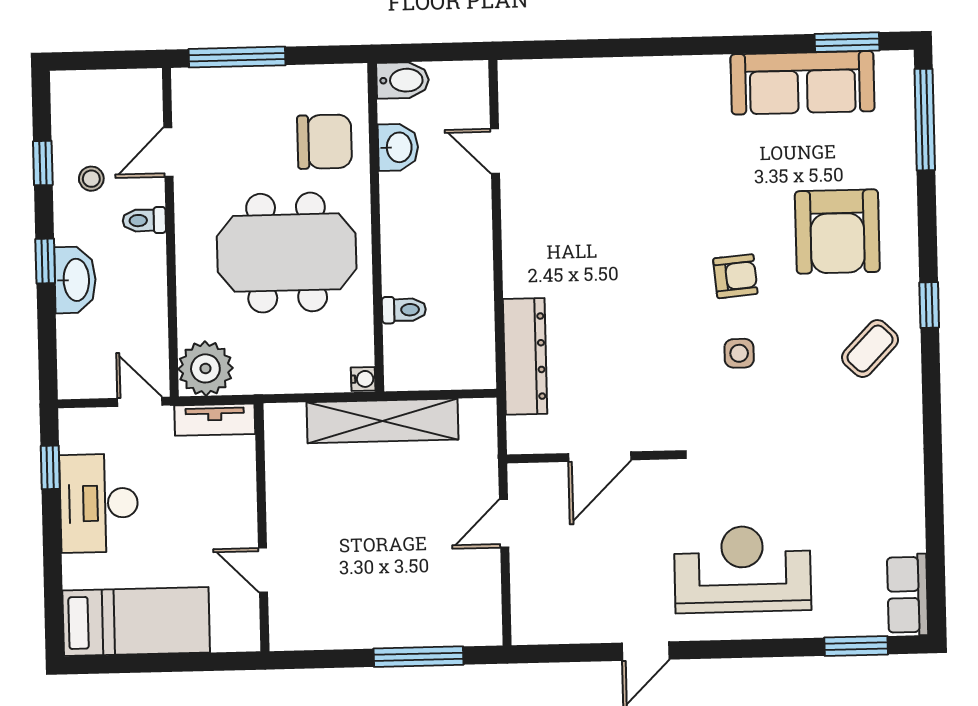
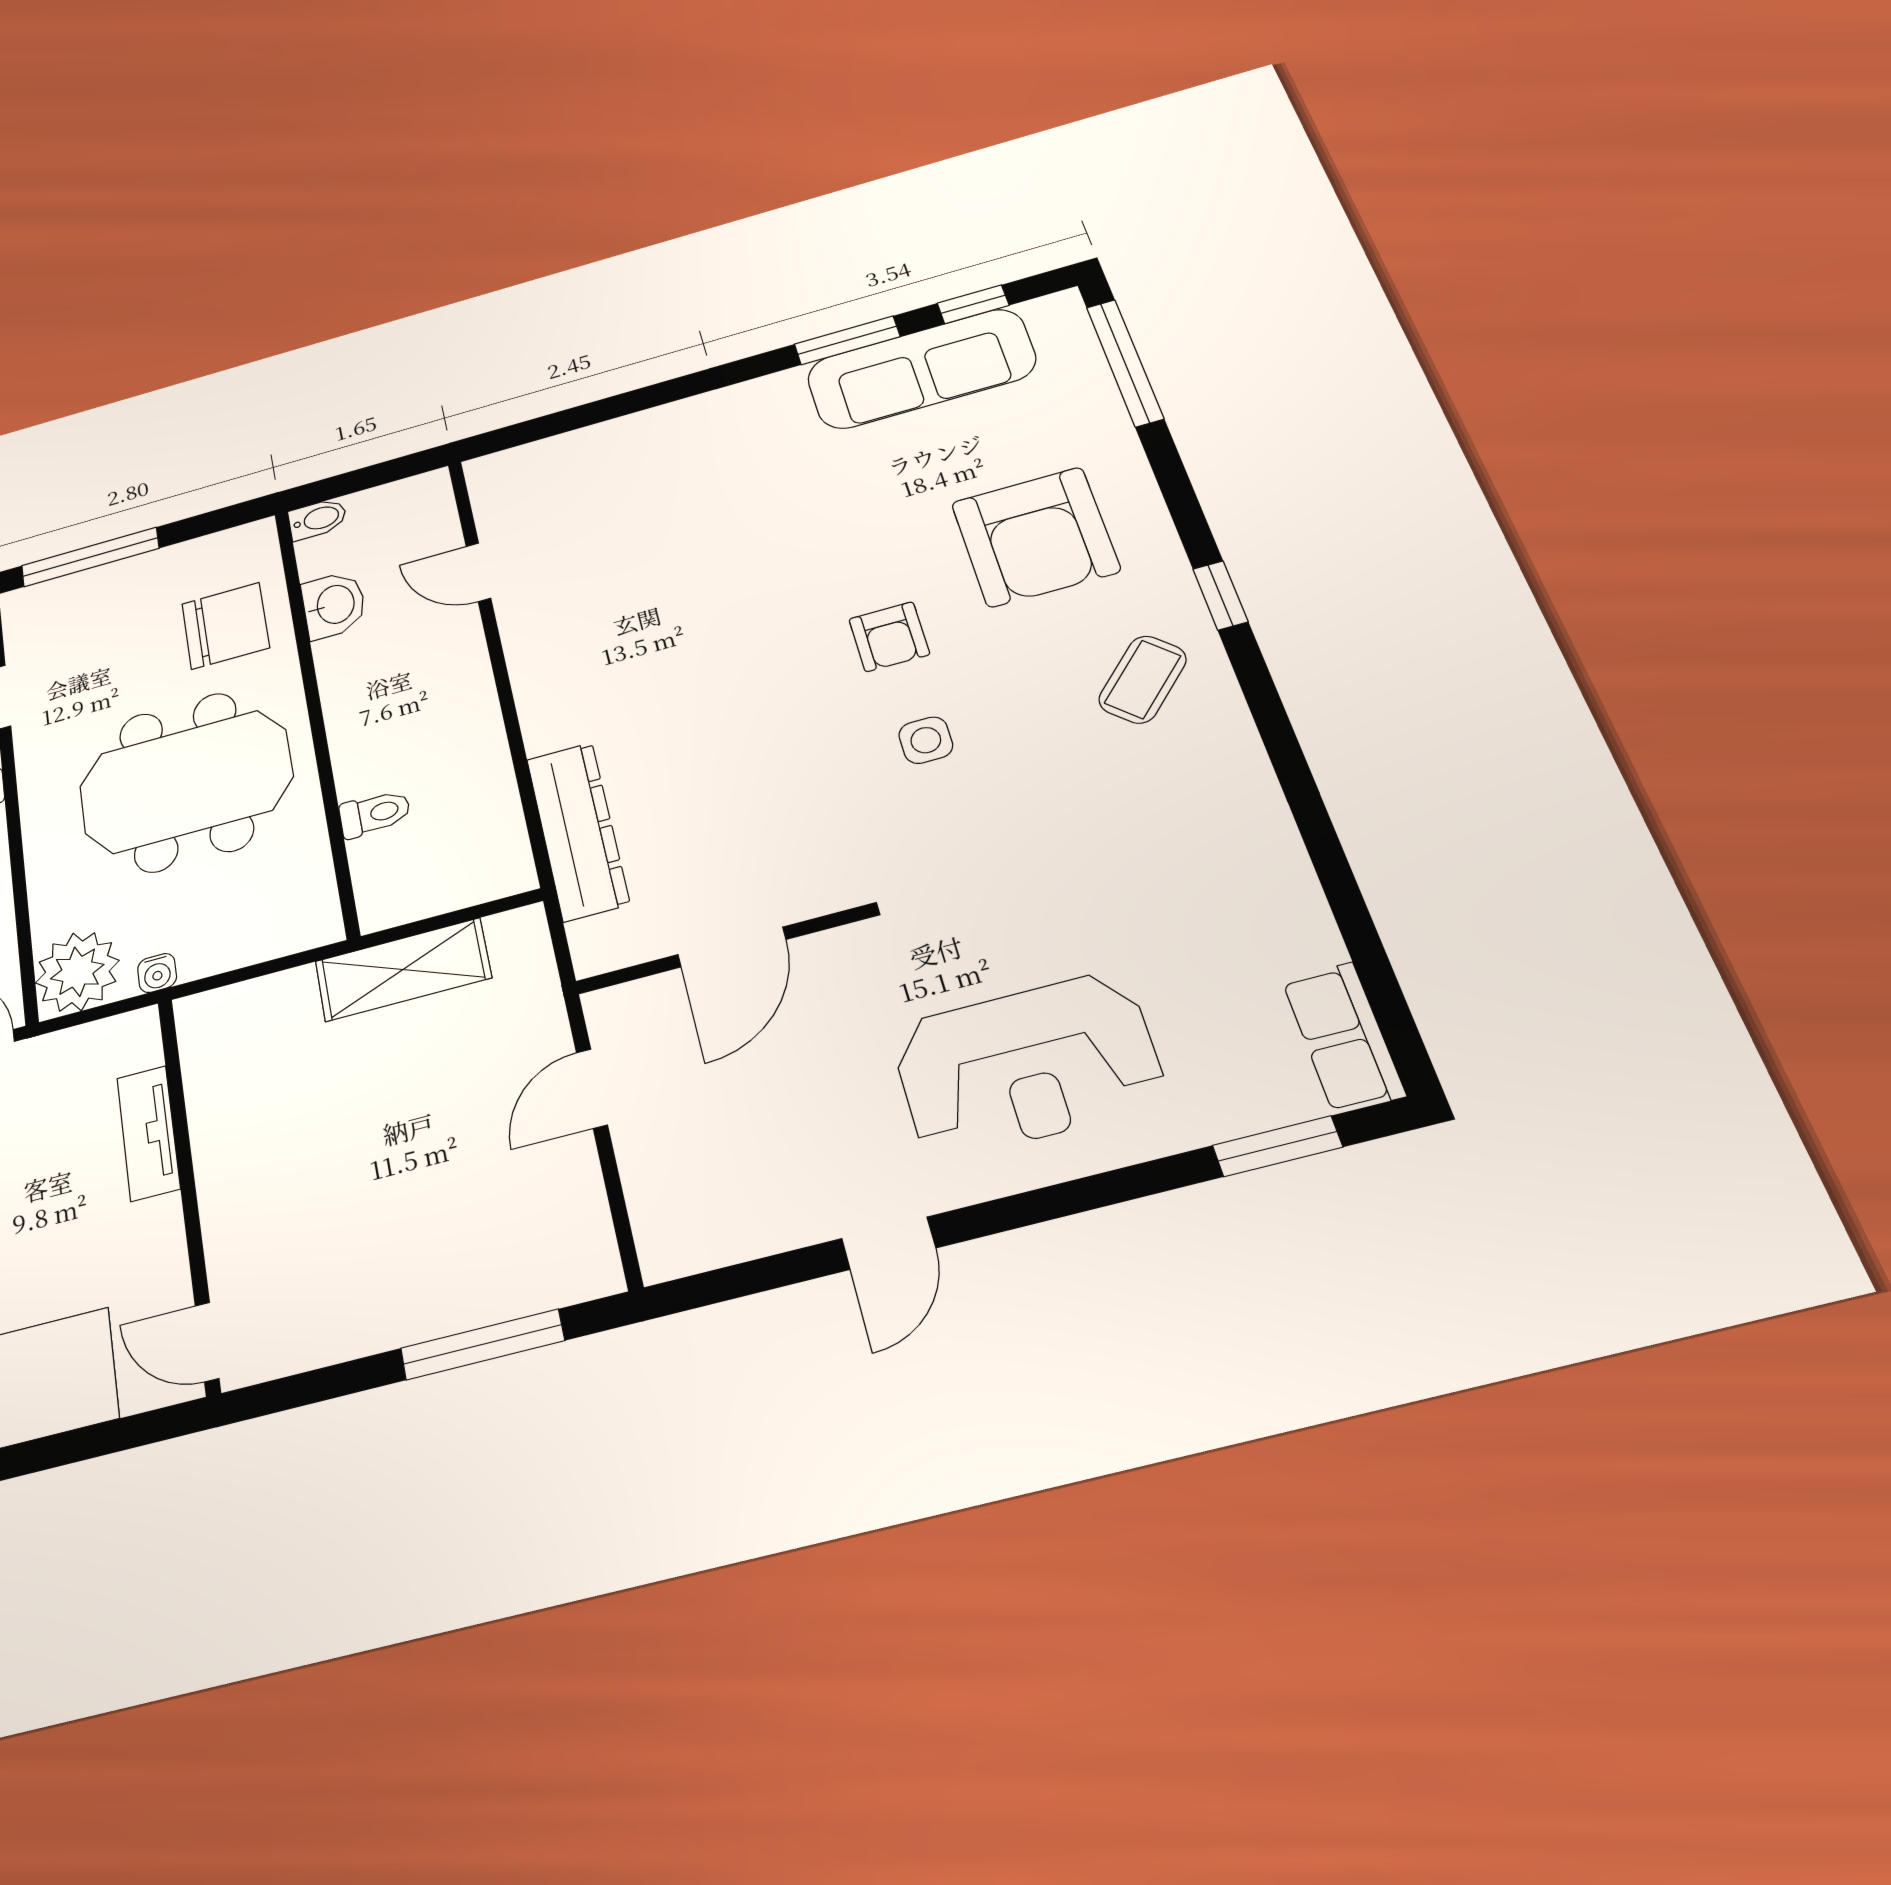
window: (847, 42) -> (973, 304), width x0.67
window: (763, 44) -> (847, 340), added
bidet: (403, 80) -> (318, 519), width x0.72, depth x0.74
armchair: (735, 276) -> (889, 637), turned 95
water cooler: (363, 379) -> (157, 973), moved, turned 90
tv unit: (215, 420) -> (148, 1133), moved, turned 90
shelving: (383, 421) -> (403, 970), width x0.68
reception desk: (743, 569) -> (1027, 1065), turned 180
door: (263, 570) -> (207, 1342), moved

